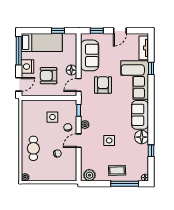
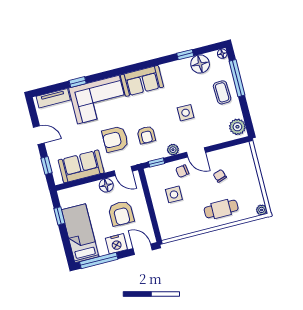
armchair: (100, 108) -> (146, 135), added
floor lamp: (142, 137) -> (200, 64), moved

